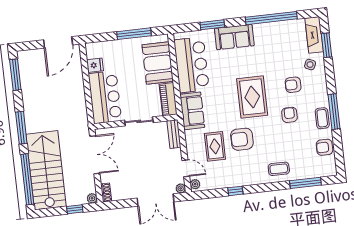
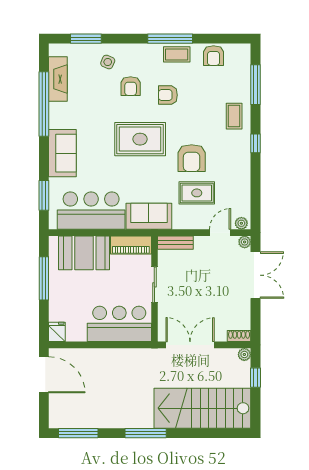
window: (212, 25) -> (44, 195), moved
fireplace: (314, 35) -> (58, 79), moved, turned -90
fridge: (95, 65) -> (57, 332), moved
window: (27, 179) -> (211, 433), removed
window: (235, 191) -> (256, 143), moved

